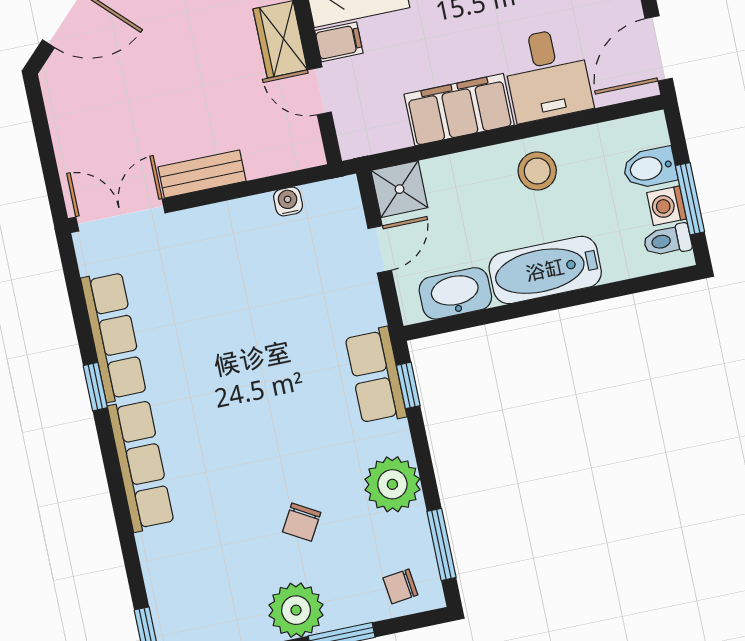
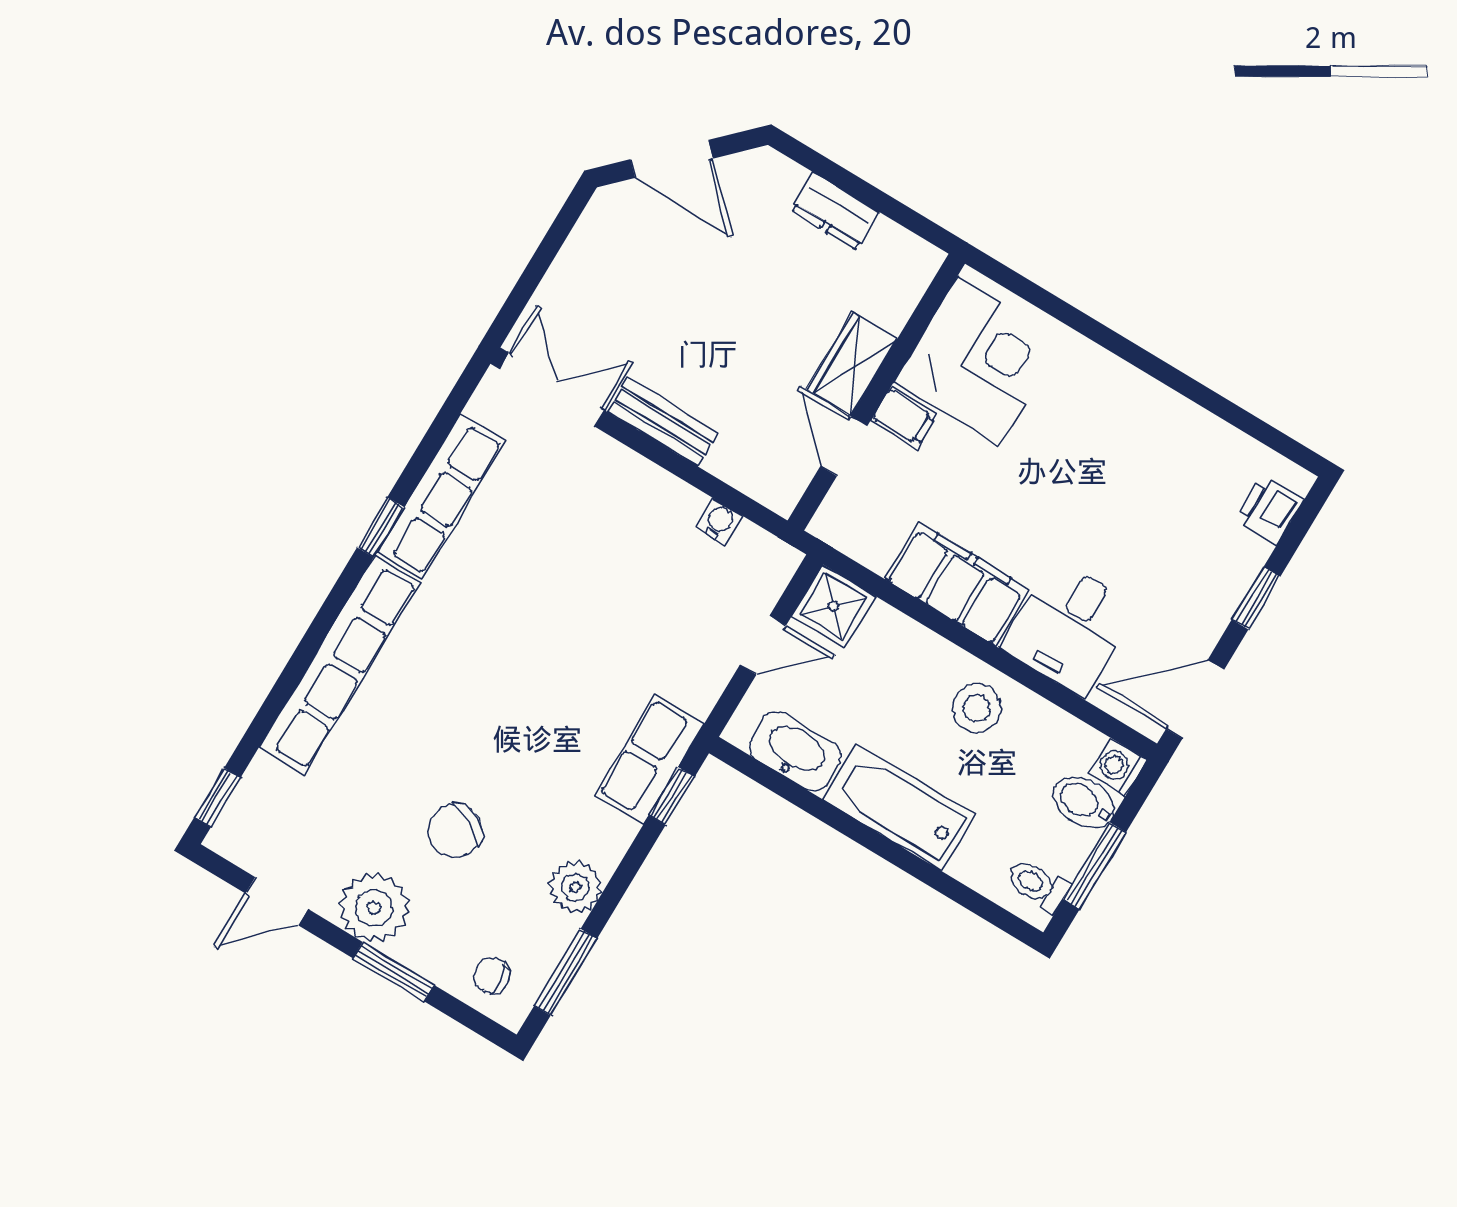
washing machine: (667, 206) -> (1118, 767), moved
row of seats: (141, 465) -> (340, 665), width x1.36
plant: (392, 484) -> (575, 887), width x0.73, depth x0.73
chair: (302, 522) -> (455, 831), width x1.37, depth x1.37

